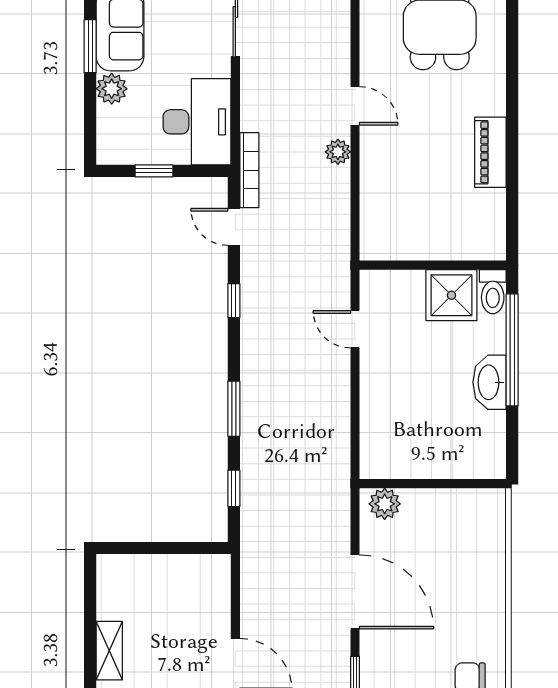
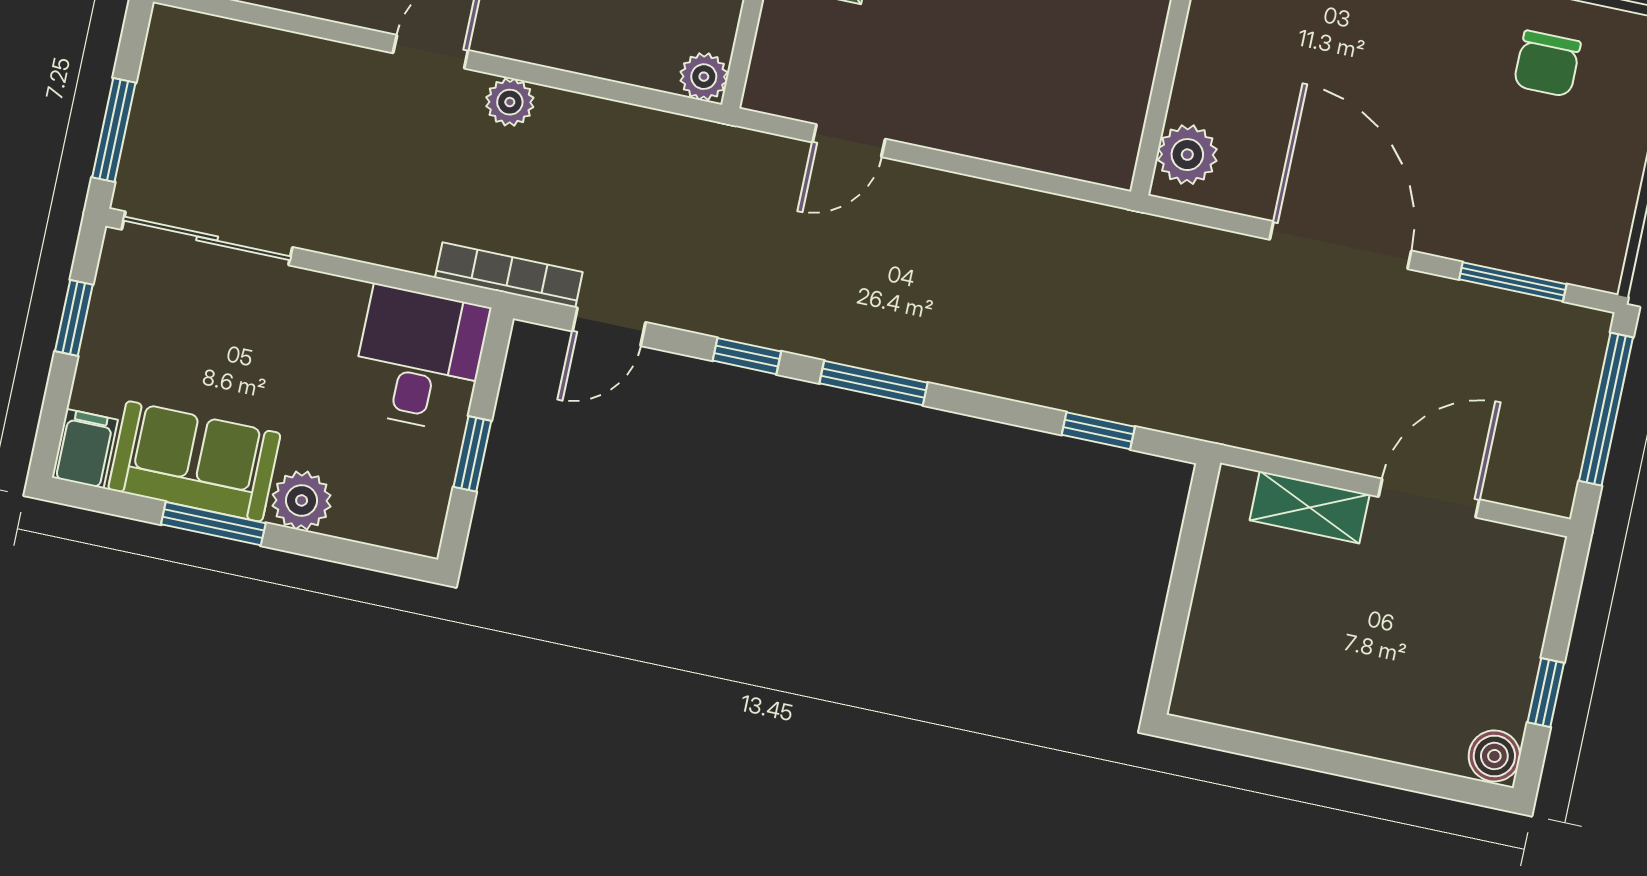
desk: (197, 122) -> (419, 359), width x0.73
plant: (372, 248) -> (704, 77), added
window: (234, 409) -> (874, 383), moved
door: (355, 592) -> (1340, 245), hinge flipped
shelving: (109, 651) -> (1310, 507), moved

